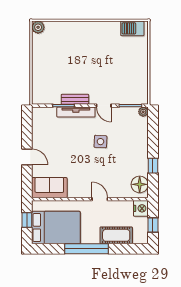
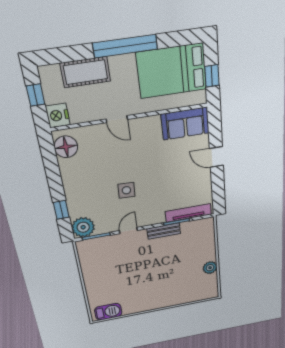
plant: (38, 27) -> (210, 268), moved
door: (104, 106) -> (128, 231), hinge flipped
tv unit: (76, 112) -> (188, 213), moved
plant: (143, 112) -> (83, 227), width x1.87, depth x1.87
window: (153, 166) -> (61, 210), moved

